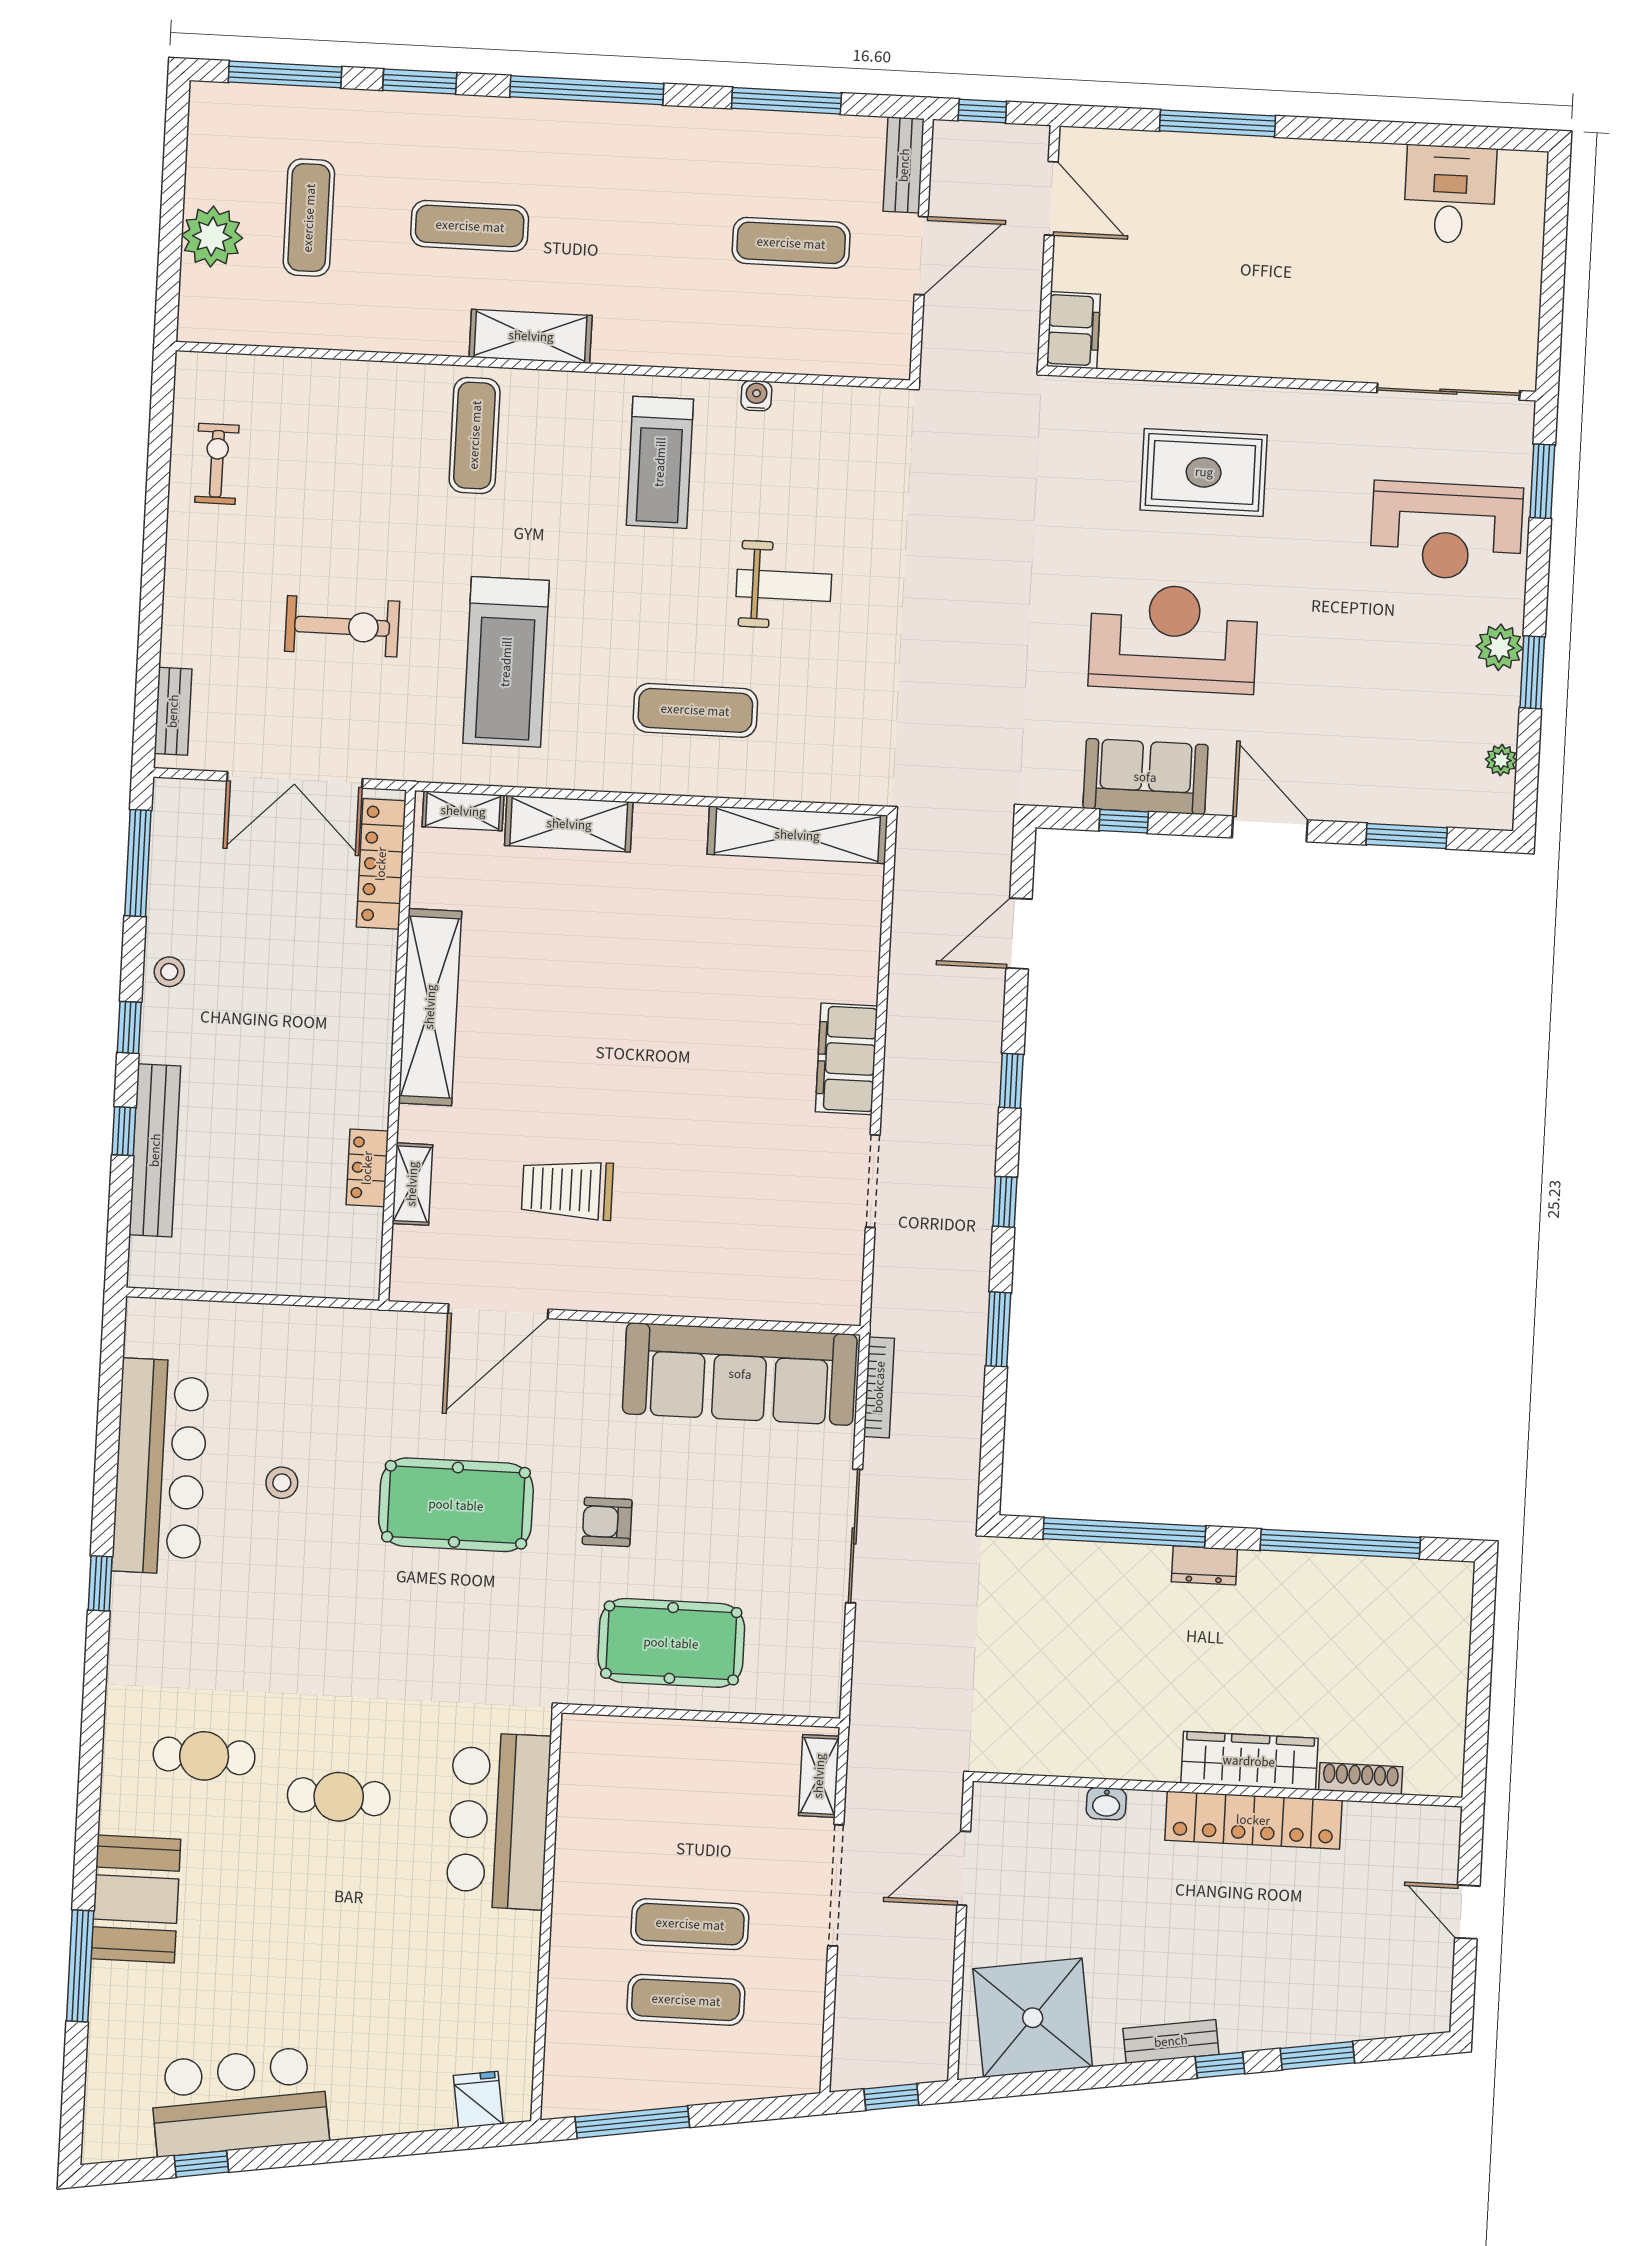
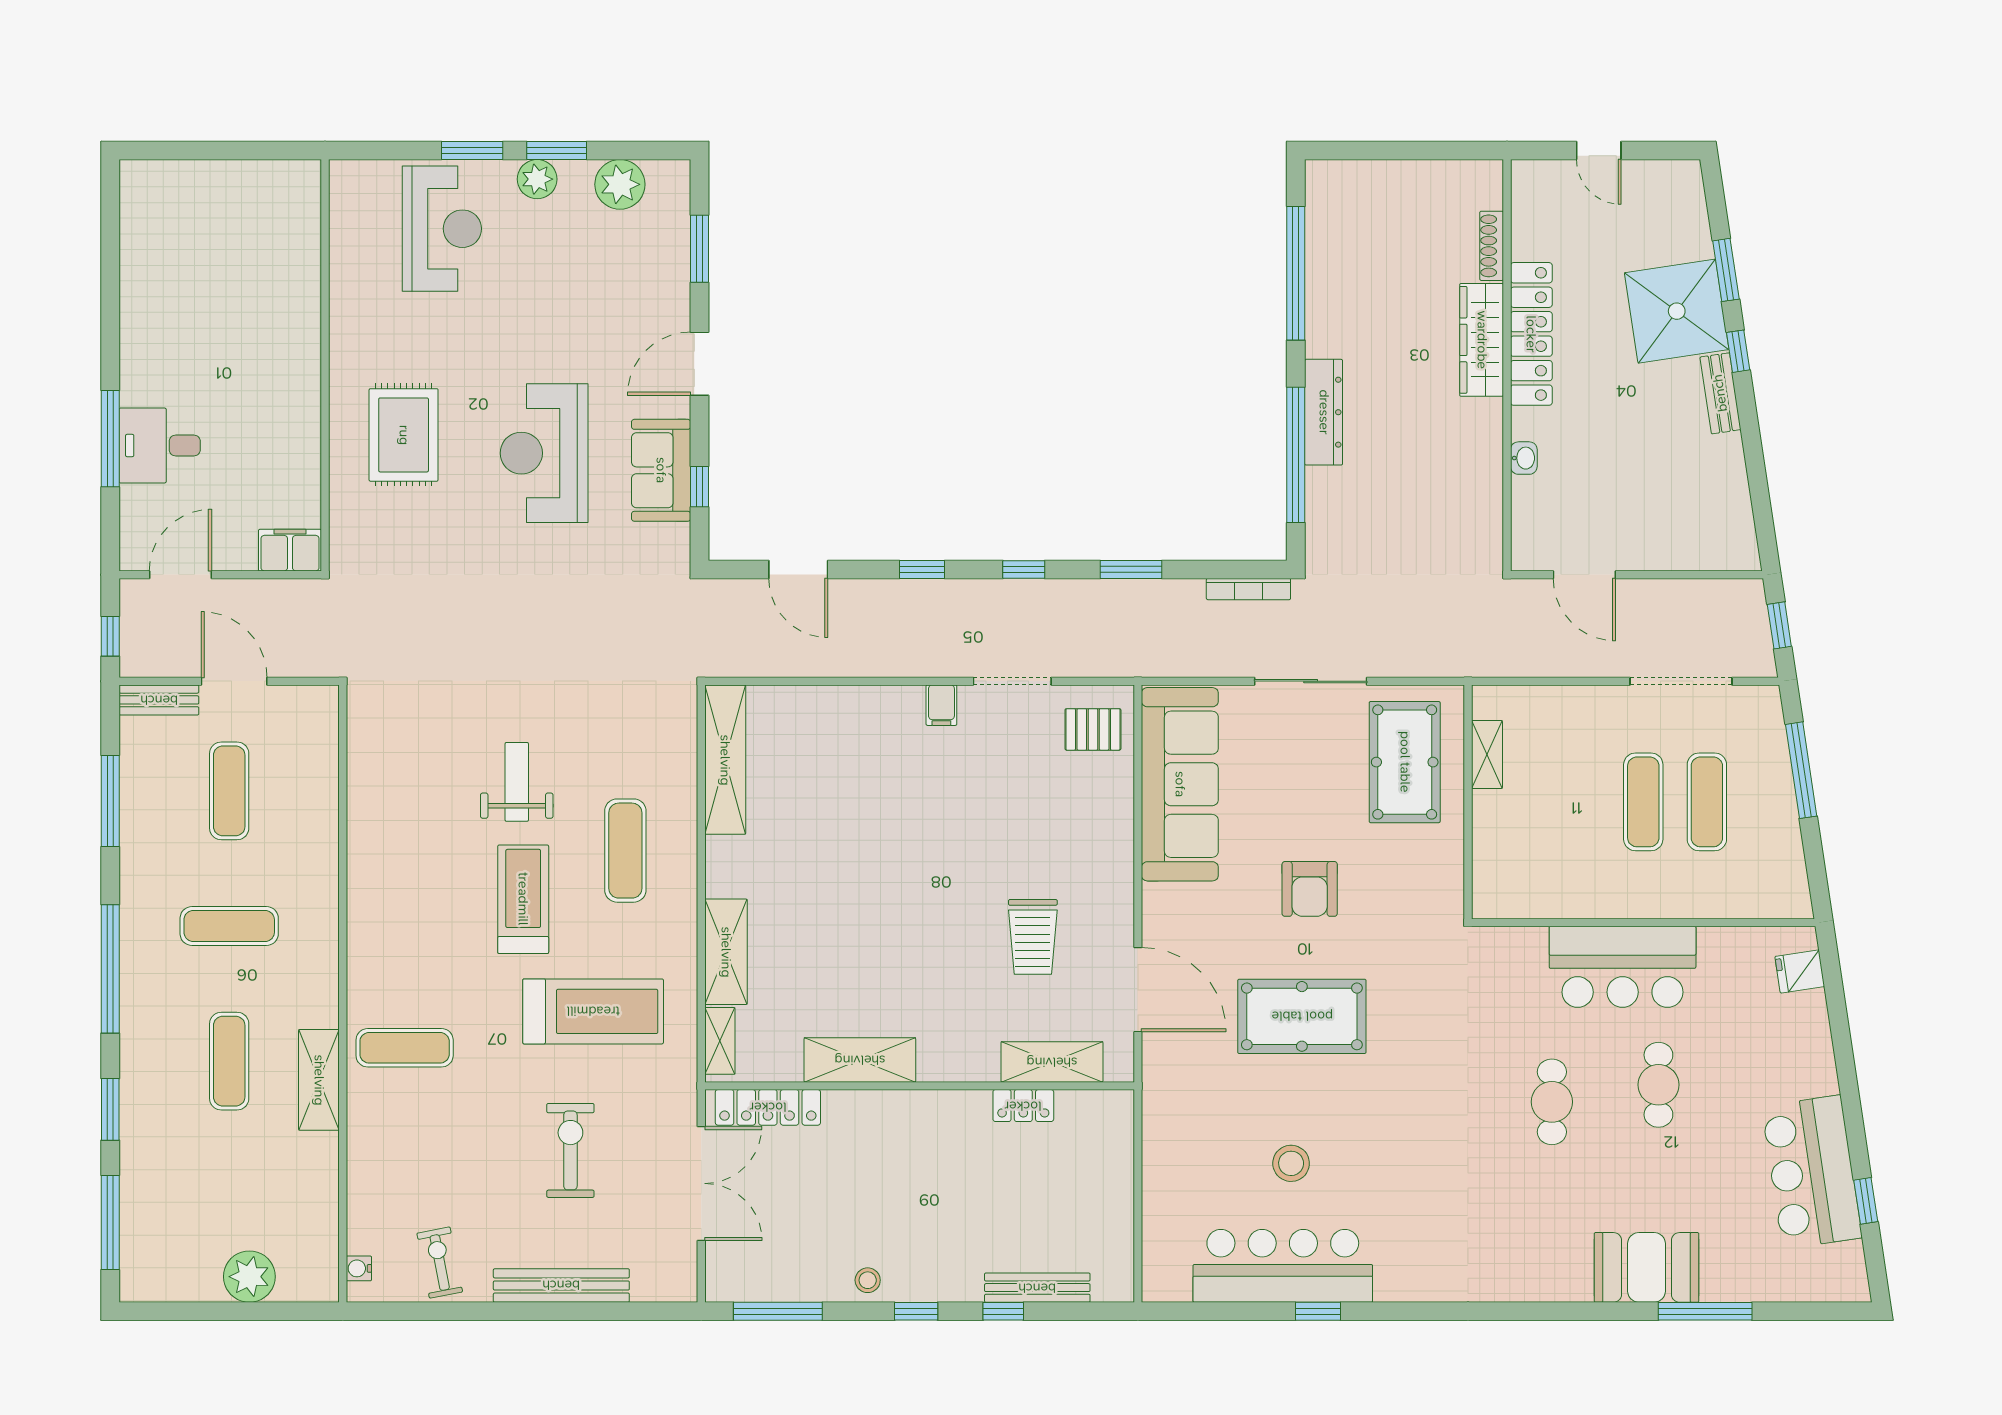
desk: (1450, 194) -> (160, 446), moved
exercise mat: (309, 218) -> (229, 926), moved
shelving: (531, 336) -> (319, 1080), moved
sliding door: (1448, 392) -> (325, 233), removed
water cooler: (756, 396) -> (359, 1268), moved
treadmill: (660, 462) -> (523, 899), moved, turned -90
exercise bike: (217, 464) -> (440, 1263), turned 79
window: (1542, 481) -> (472, 151), moved
bench: (173, 711) -> (561, 1285), moved, width x1.86, depth x1.21
plant: (1501, 760) -> (620, 184), width x1.88, depth x1.88
shelving: (430, 1007) -> (860, 1060), width x0.68
filing cabinet: (847, 1059) -> (941, 705), width x0.33, depth x0.86
bench: (155, 1150) -> (1037, 1288), width x0.73, depth x0.82
shelving: (412, 1184) -> (1052, 1062), width x1.50, depth x1.33
pallet: (810, 1274) -> (1093, 729), added
bookcase: (879, 1387) -> (1248, 589), moved, turned 180
stool: (282, 1483) -> (1291, 1163), width x1.37, depth x1.37
pool table: (456, 1505) -> (1302, 1016), turned 90
armchair: (607, 1522) -> (1310, 889), width x1.38, depth x1.38
dresser: (1204, 1565) -> (1324, 412), width x1.96, depth x1.24
window: (100, 1583) -> (1318, 1311), moved
pool table: (671, 1643) -> (1405, 762), moved
cafe table: (204, 1756) -> (1658, 1085), moved
shelving: (819, 1776) -> (1487, 754), moved, turned 90
bar counter: (499, 1821) -> (1623, 967), moved
doorway: (836, 1885) -> (1681, 681), moved
door: (1467, 1912) -> (1599, 151), hinge flipped
shower: (1033, 2018) -> (1677, 311), moved
window: (632, 2122) -> (1801, 770), moved

